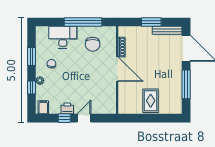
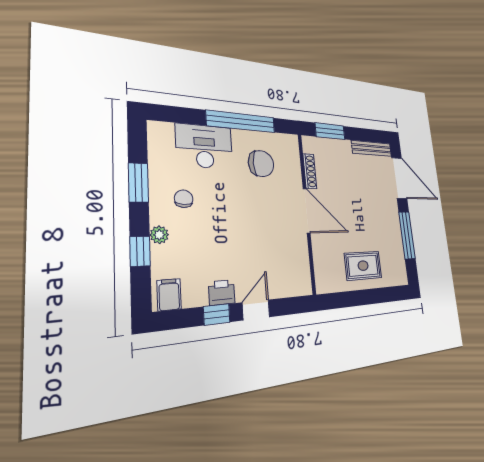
window: (151, 22) -> (330, 131), moved
chair: (93, 44) -> (261, 164), turned -90
rug: (151, 101) -> (363, 266), turned 90

